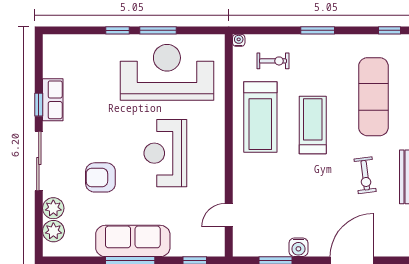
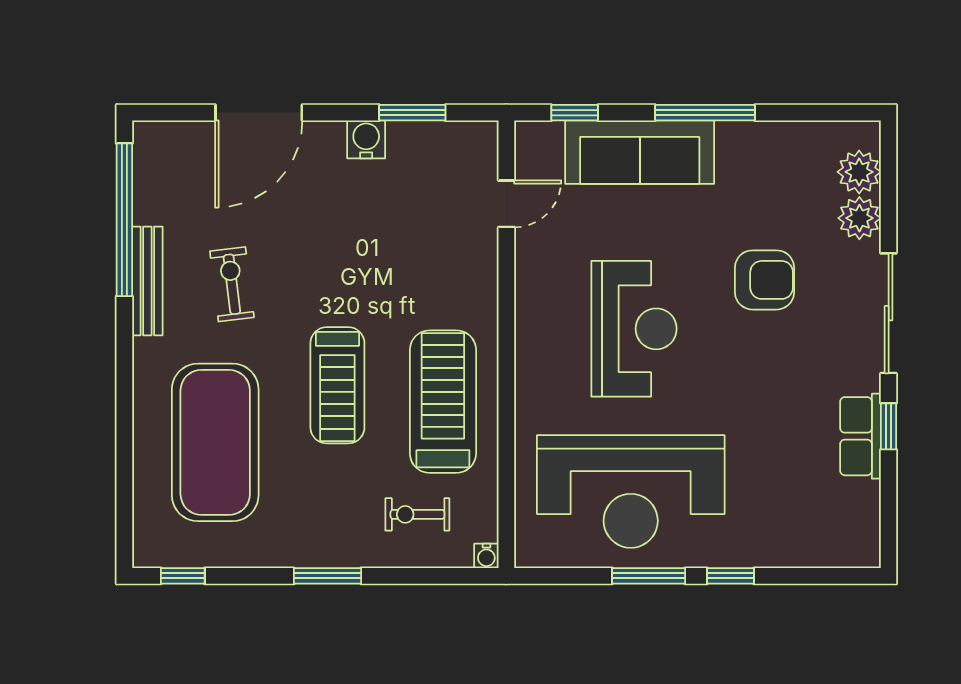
exercise mat: (373, 97) -> (215, 442), width x1.47
sofa: (133, 241) -> (640, 152), moved

